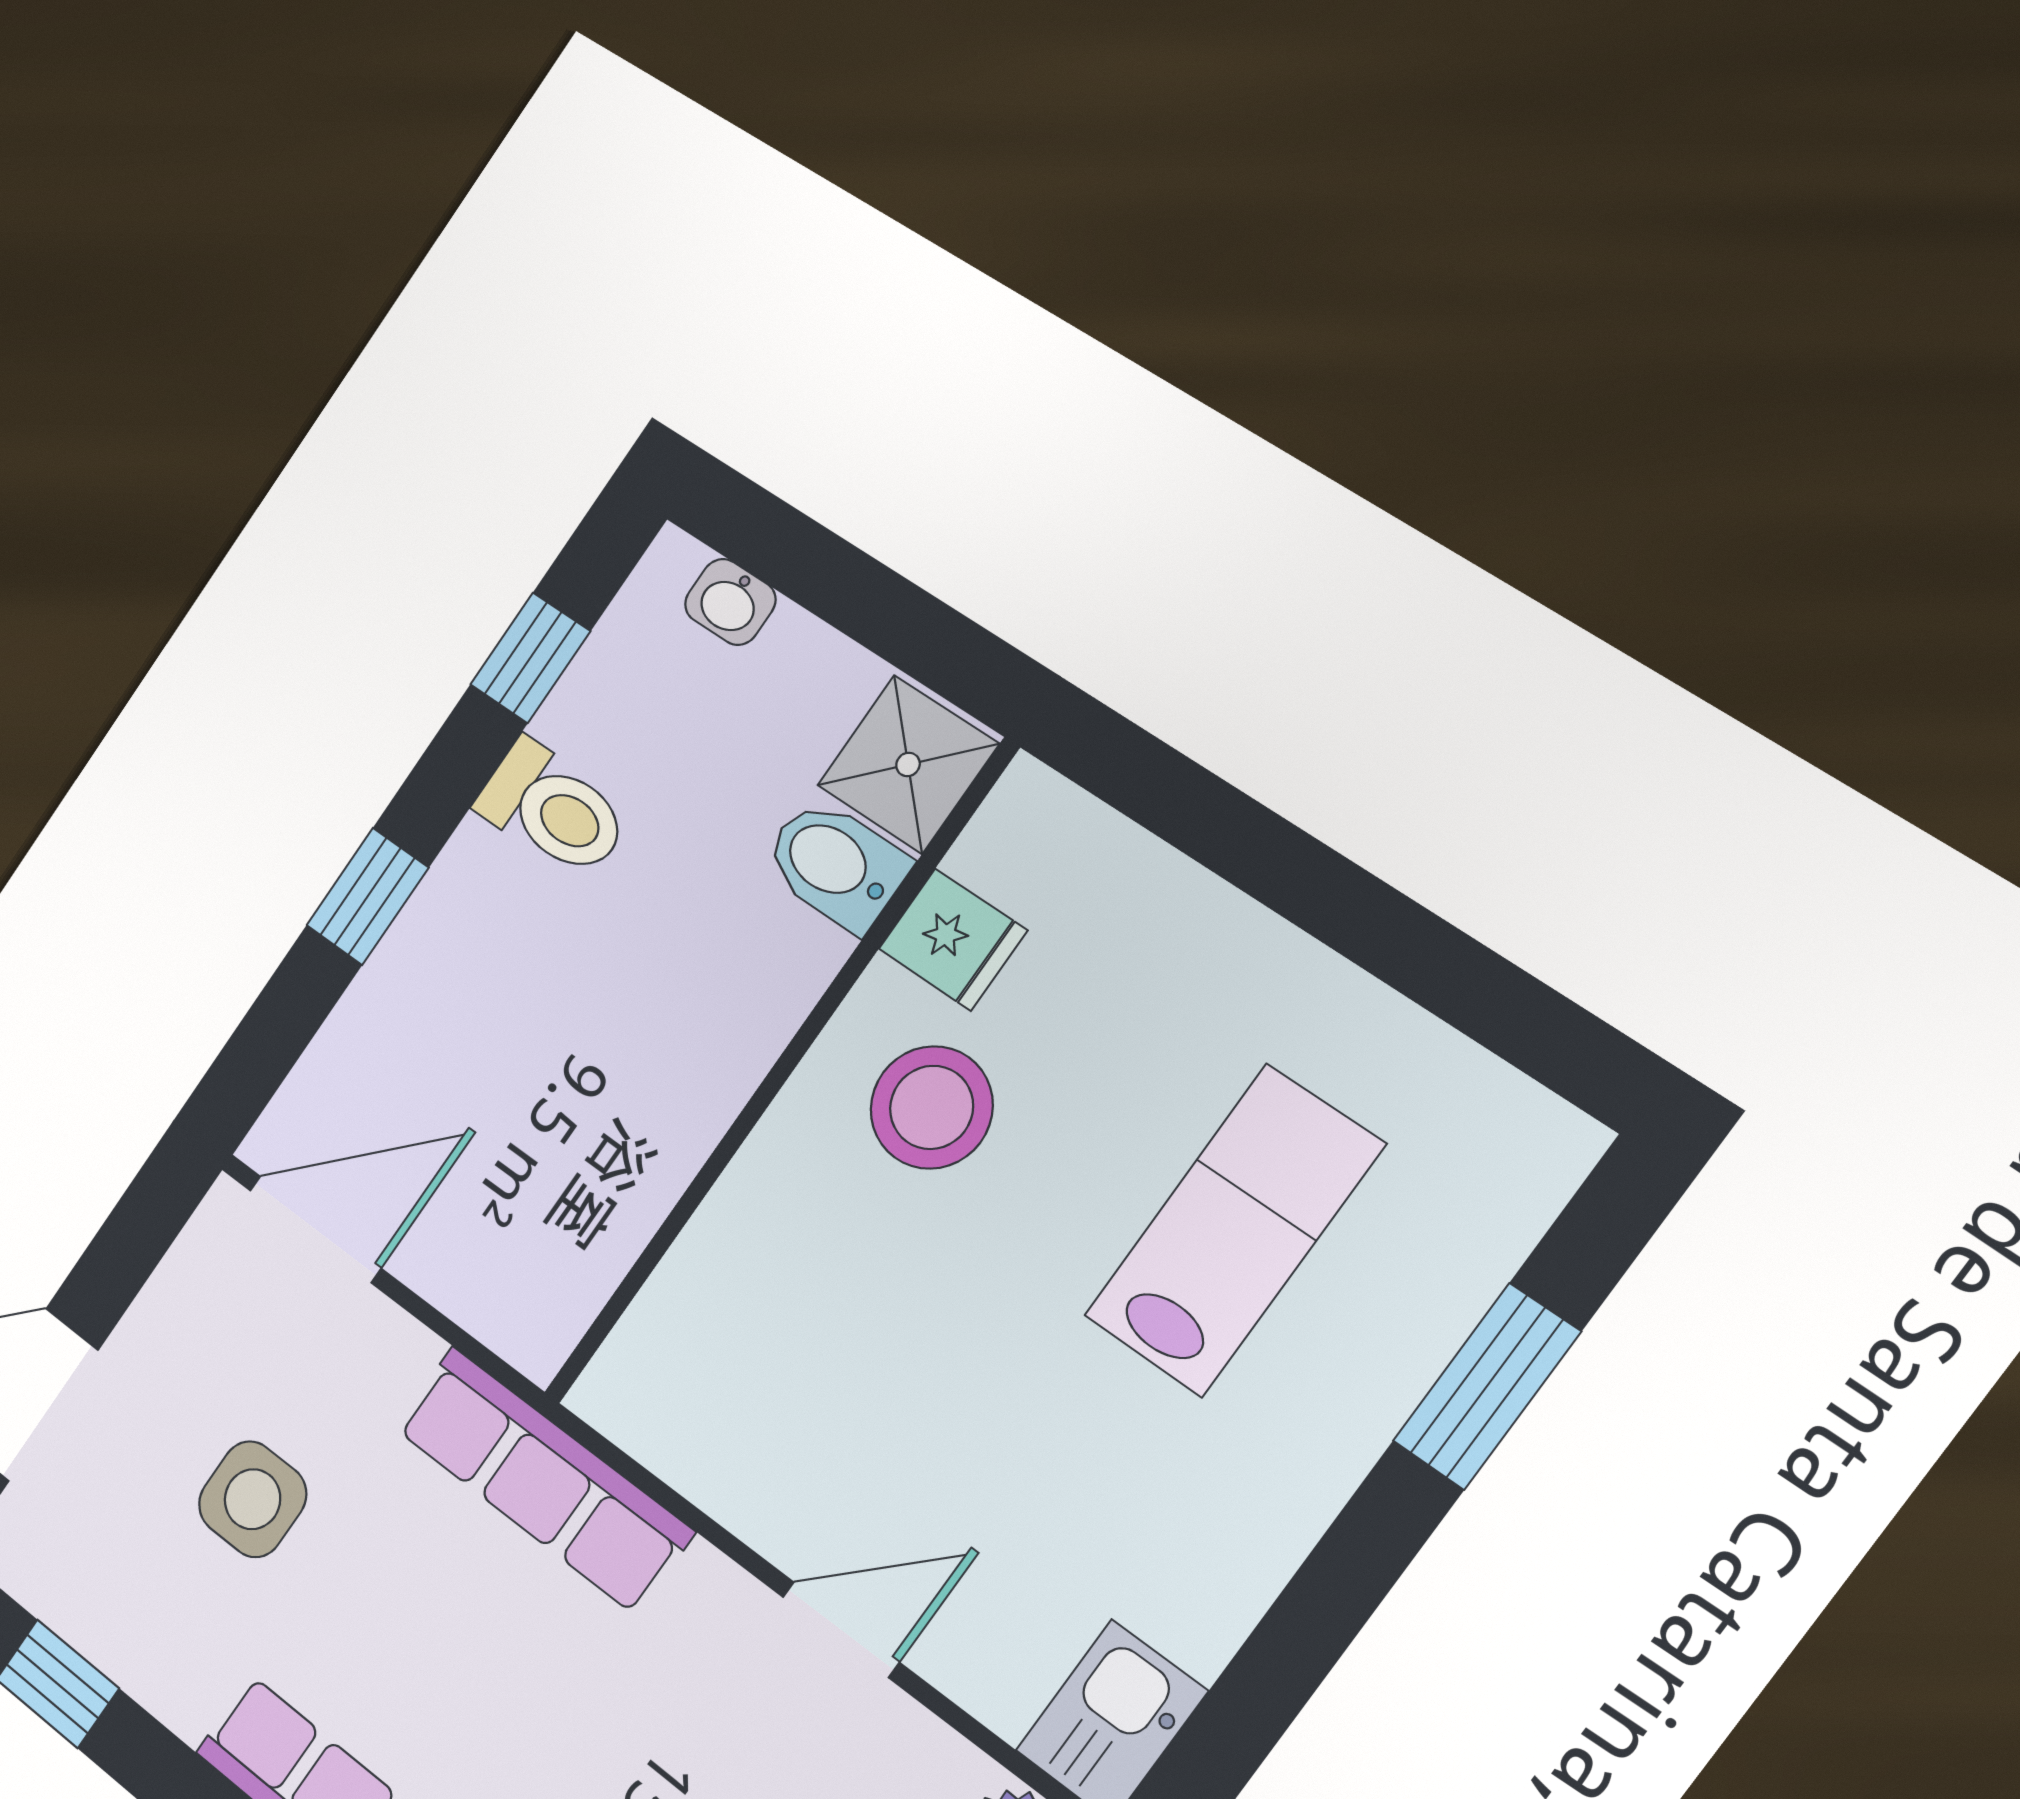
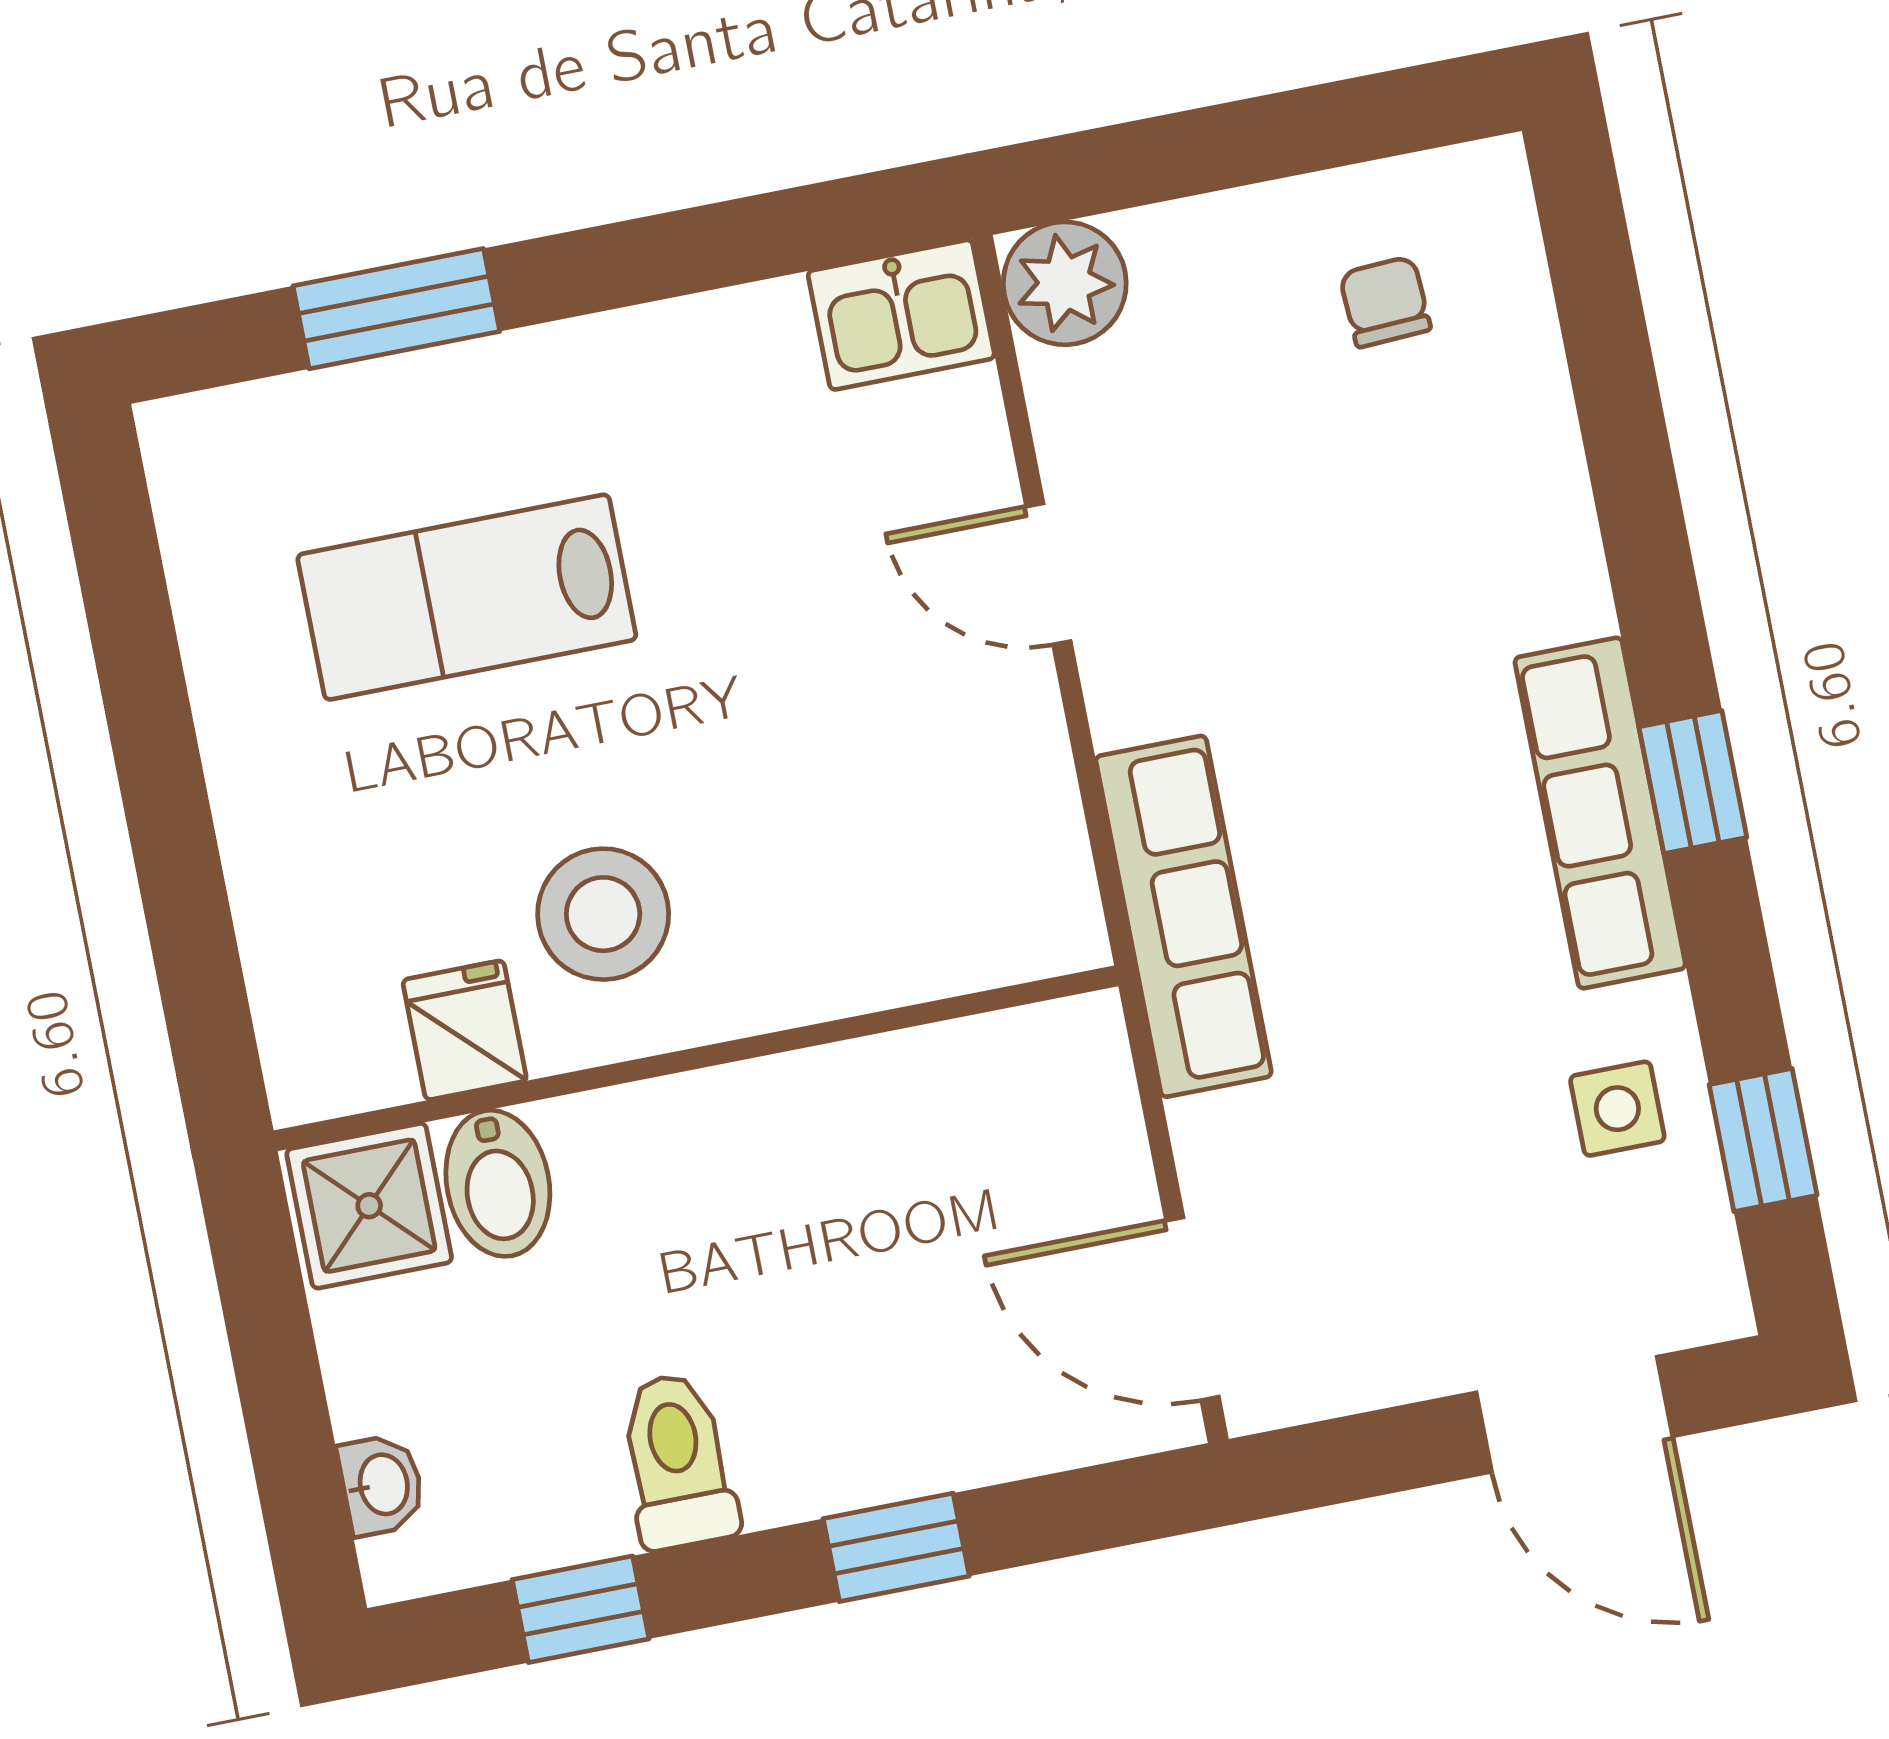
side table: (253, 1499) -> (1617, 1109), moved, width x0.73, depth x0.73

